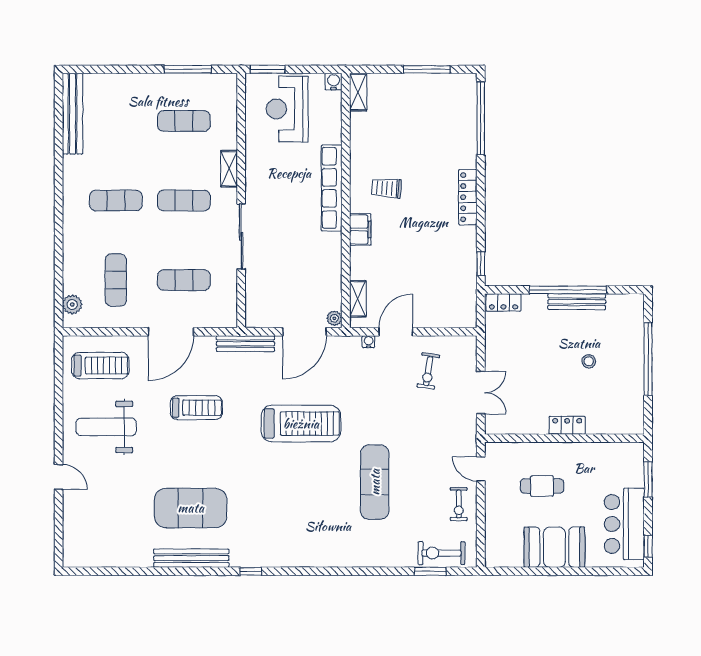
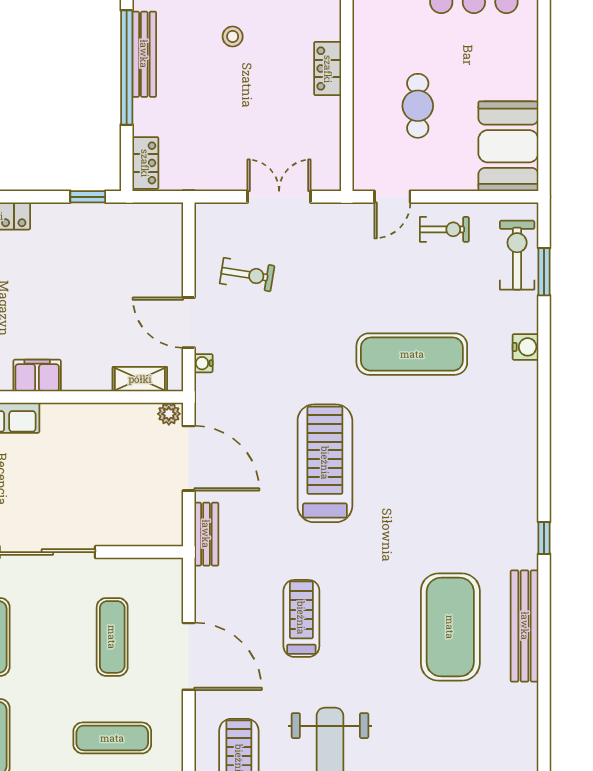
bench: (245, 344) -> (206, 534), width x0.73
booth: (554, 547) -> (508, 146), moved
exercise bike: (441, 553) -> (517, 255), turned 180
water cooler: (379, 559) -> (526, 347), added

